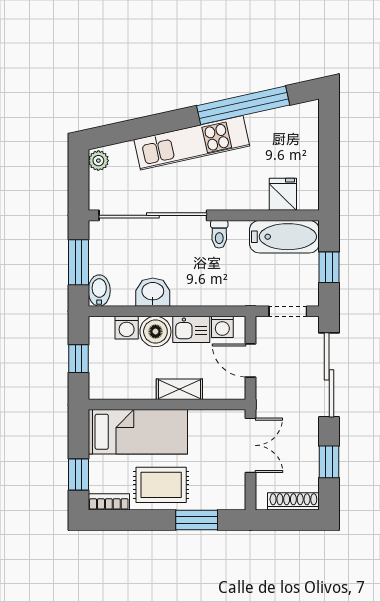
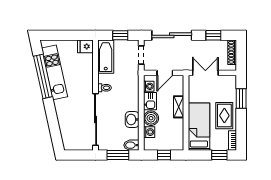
kitchen unit: (192, 143) -> (55, 72), moved
plant: (98, 161) -> (69, 145), removed
fridge: (283, 194) -> (85, 46), moved

